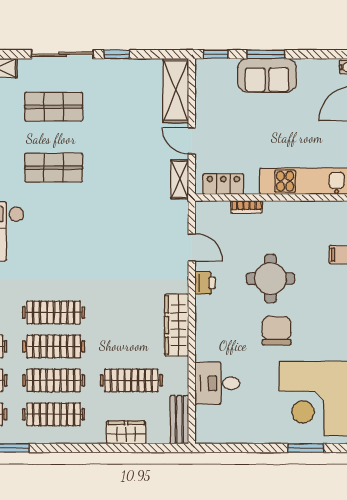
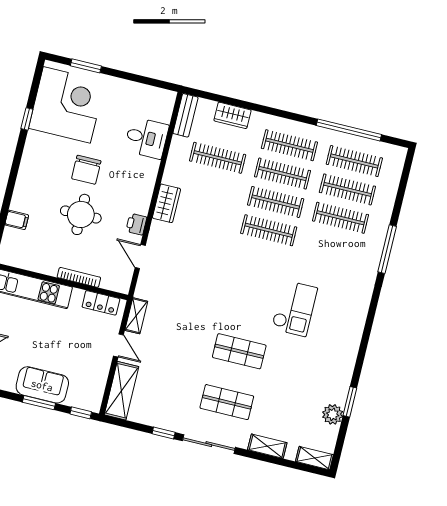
bookcase: (246, 207) -> (79, 277), width x1.56
wardrobe: (177, 325) -> (166, 203), width x0.67

